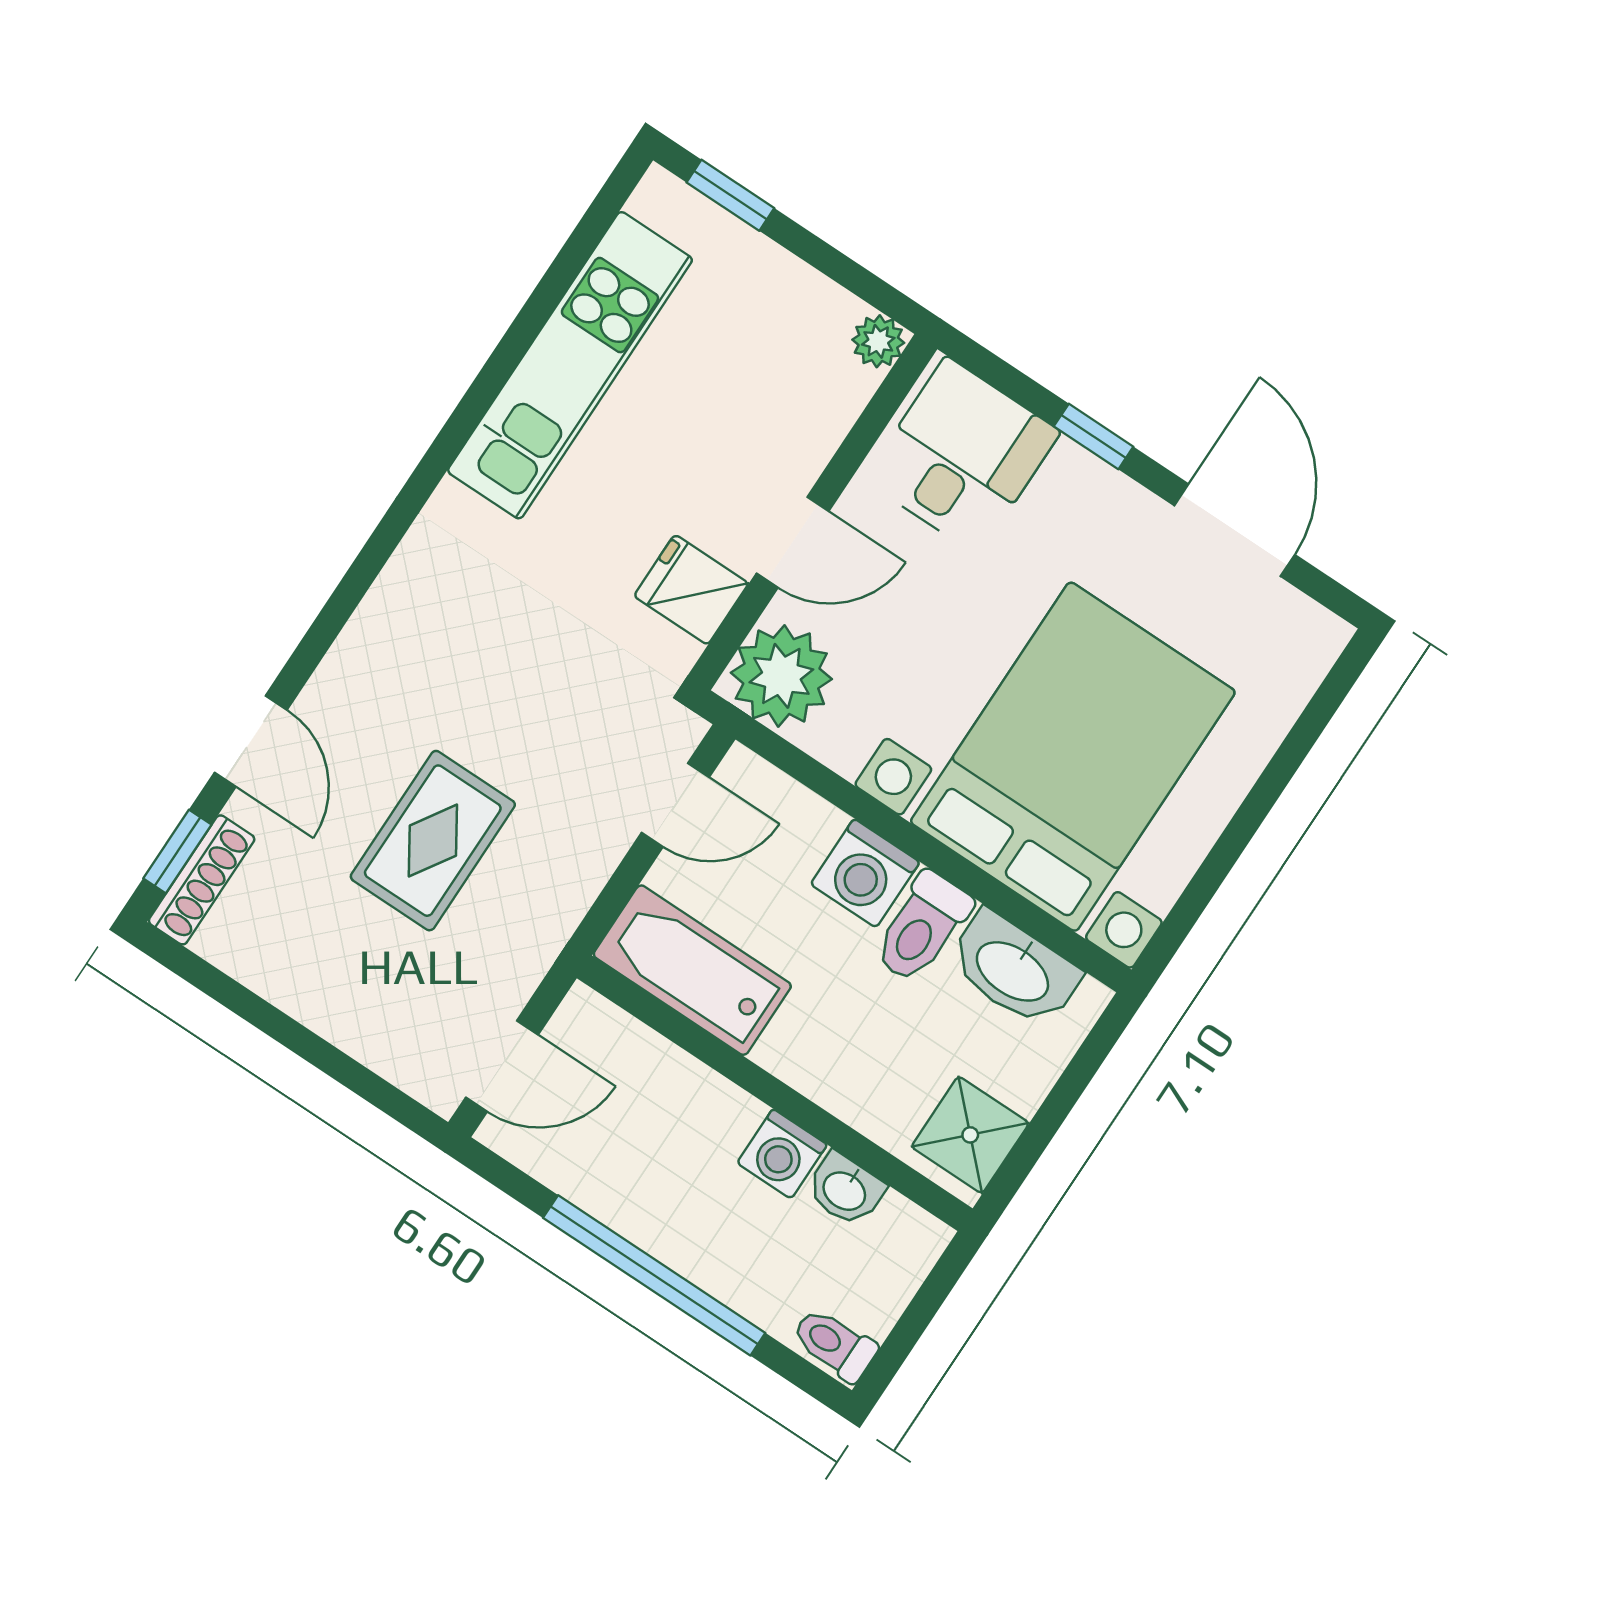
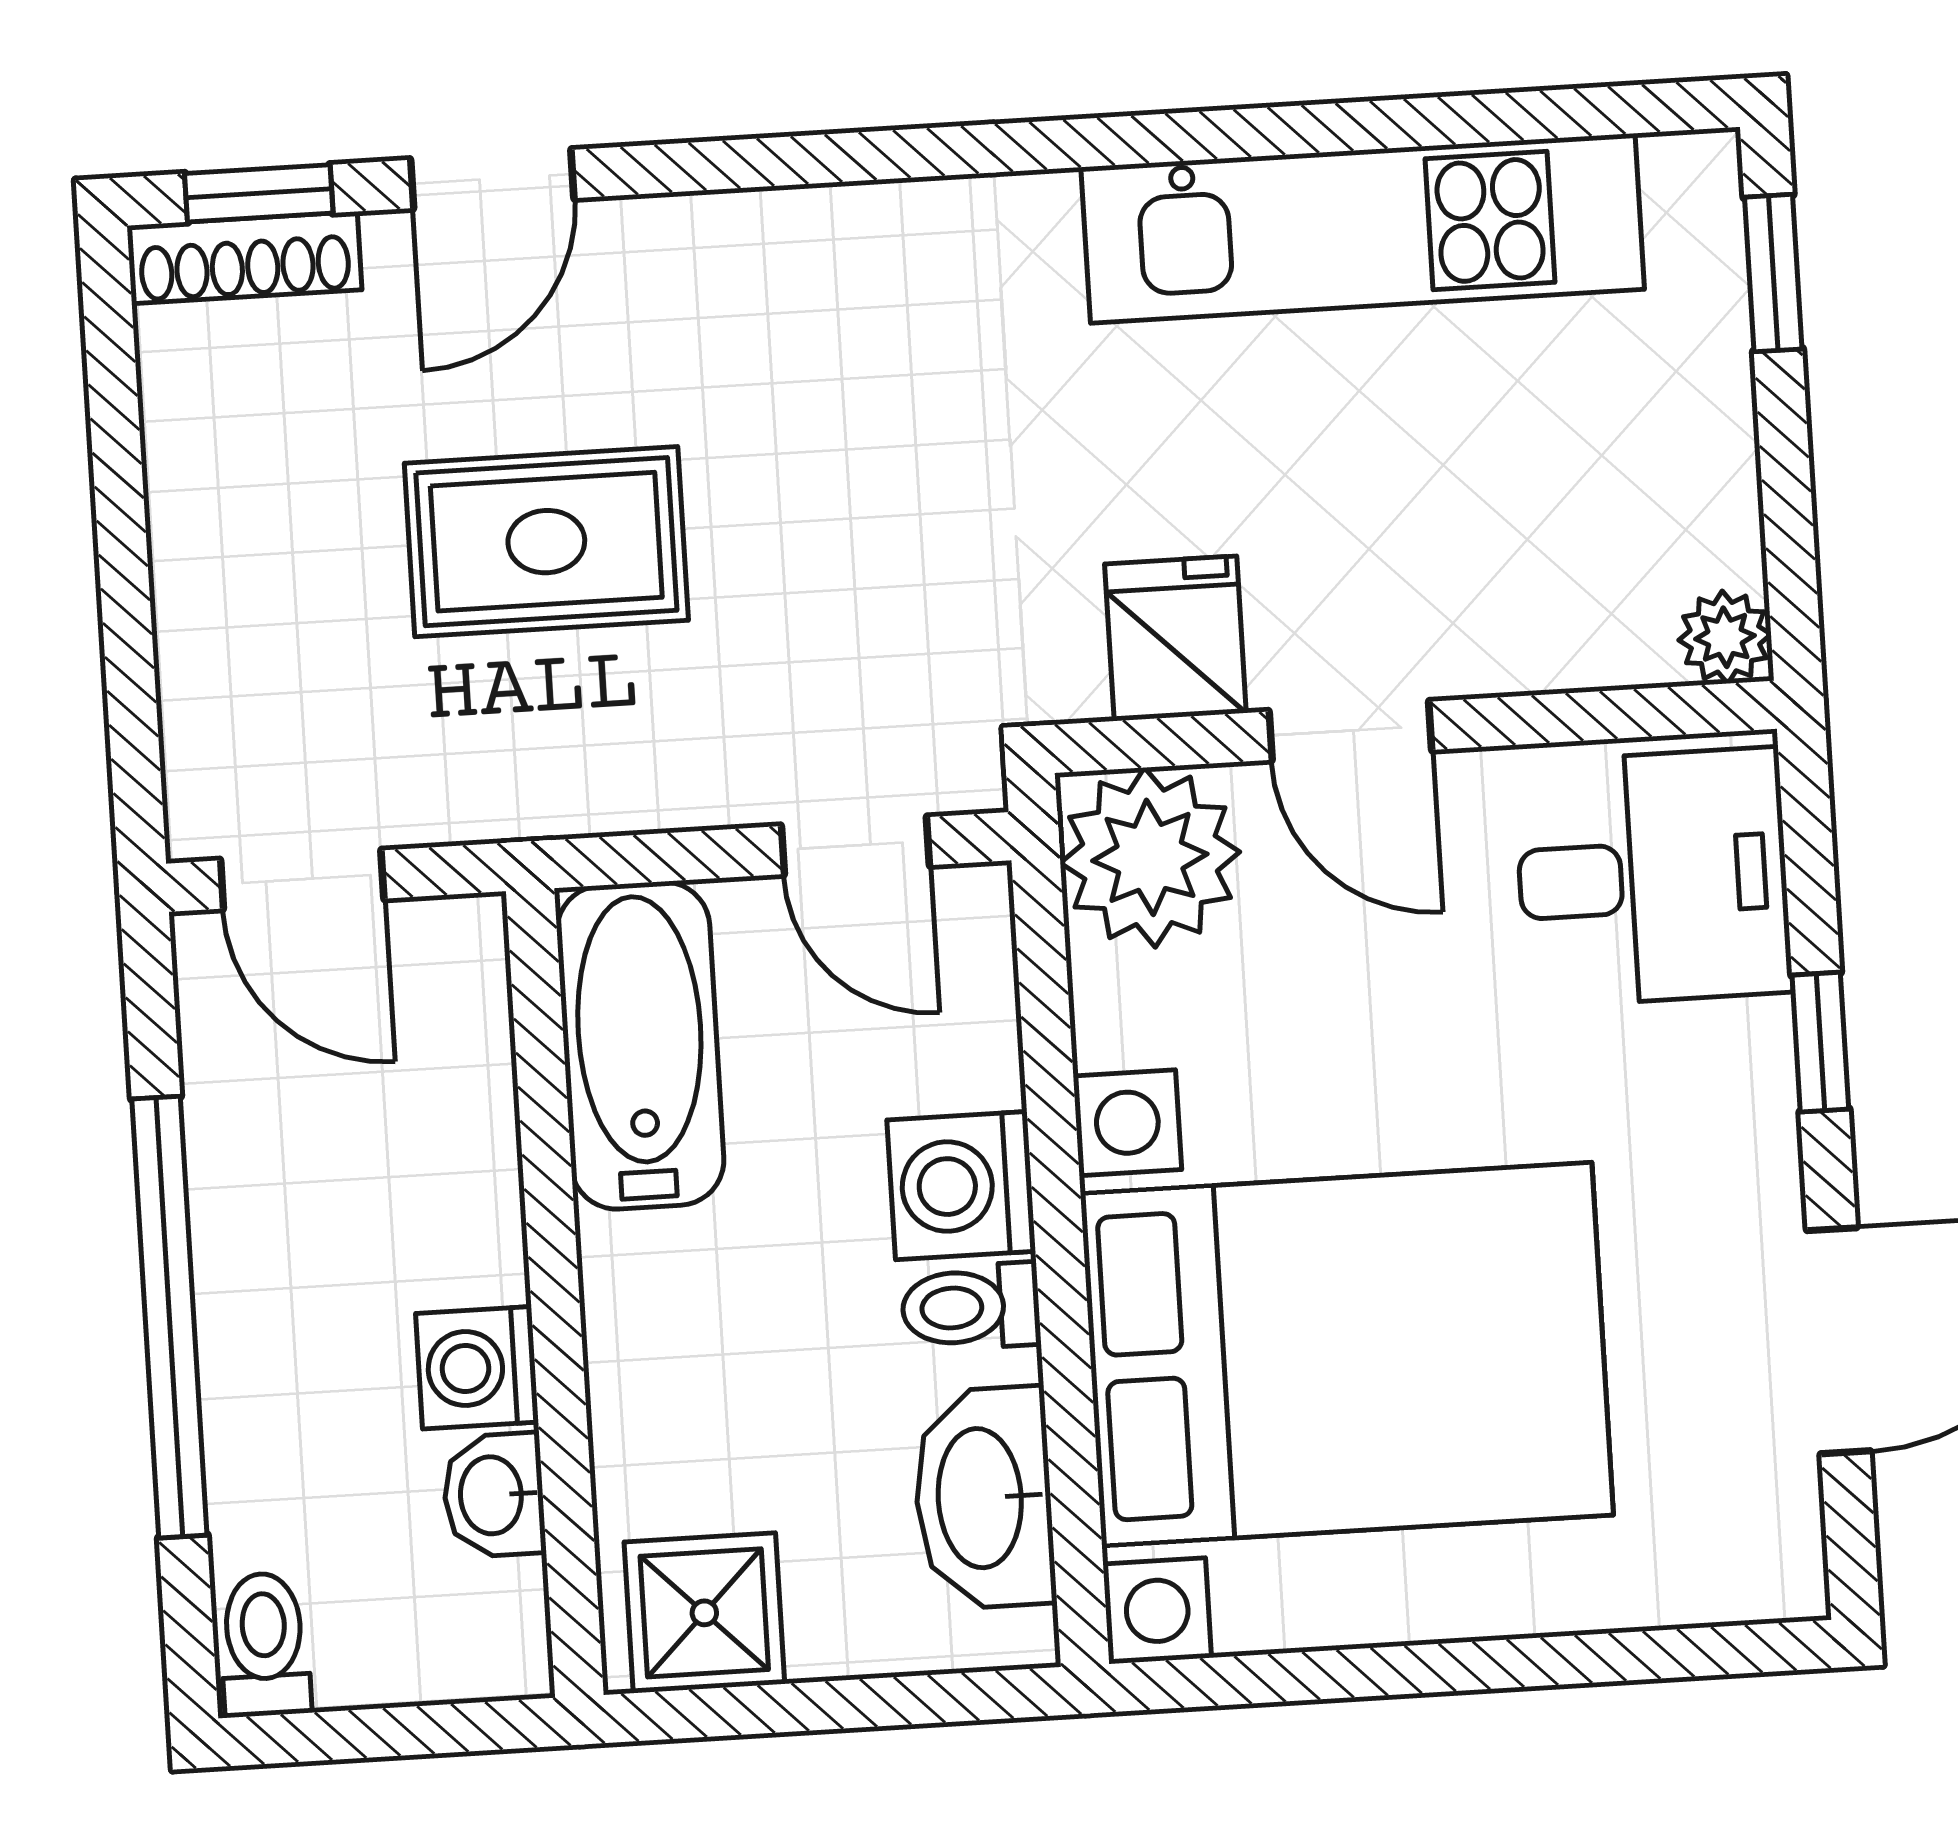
toilet: (922, 927) -> (971, 1307), width x0.73, depth x0.72

